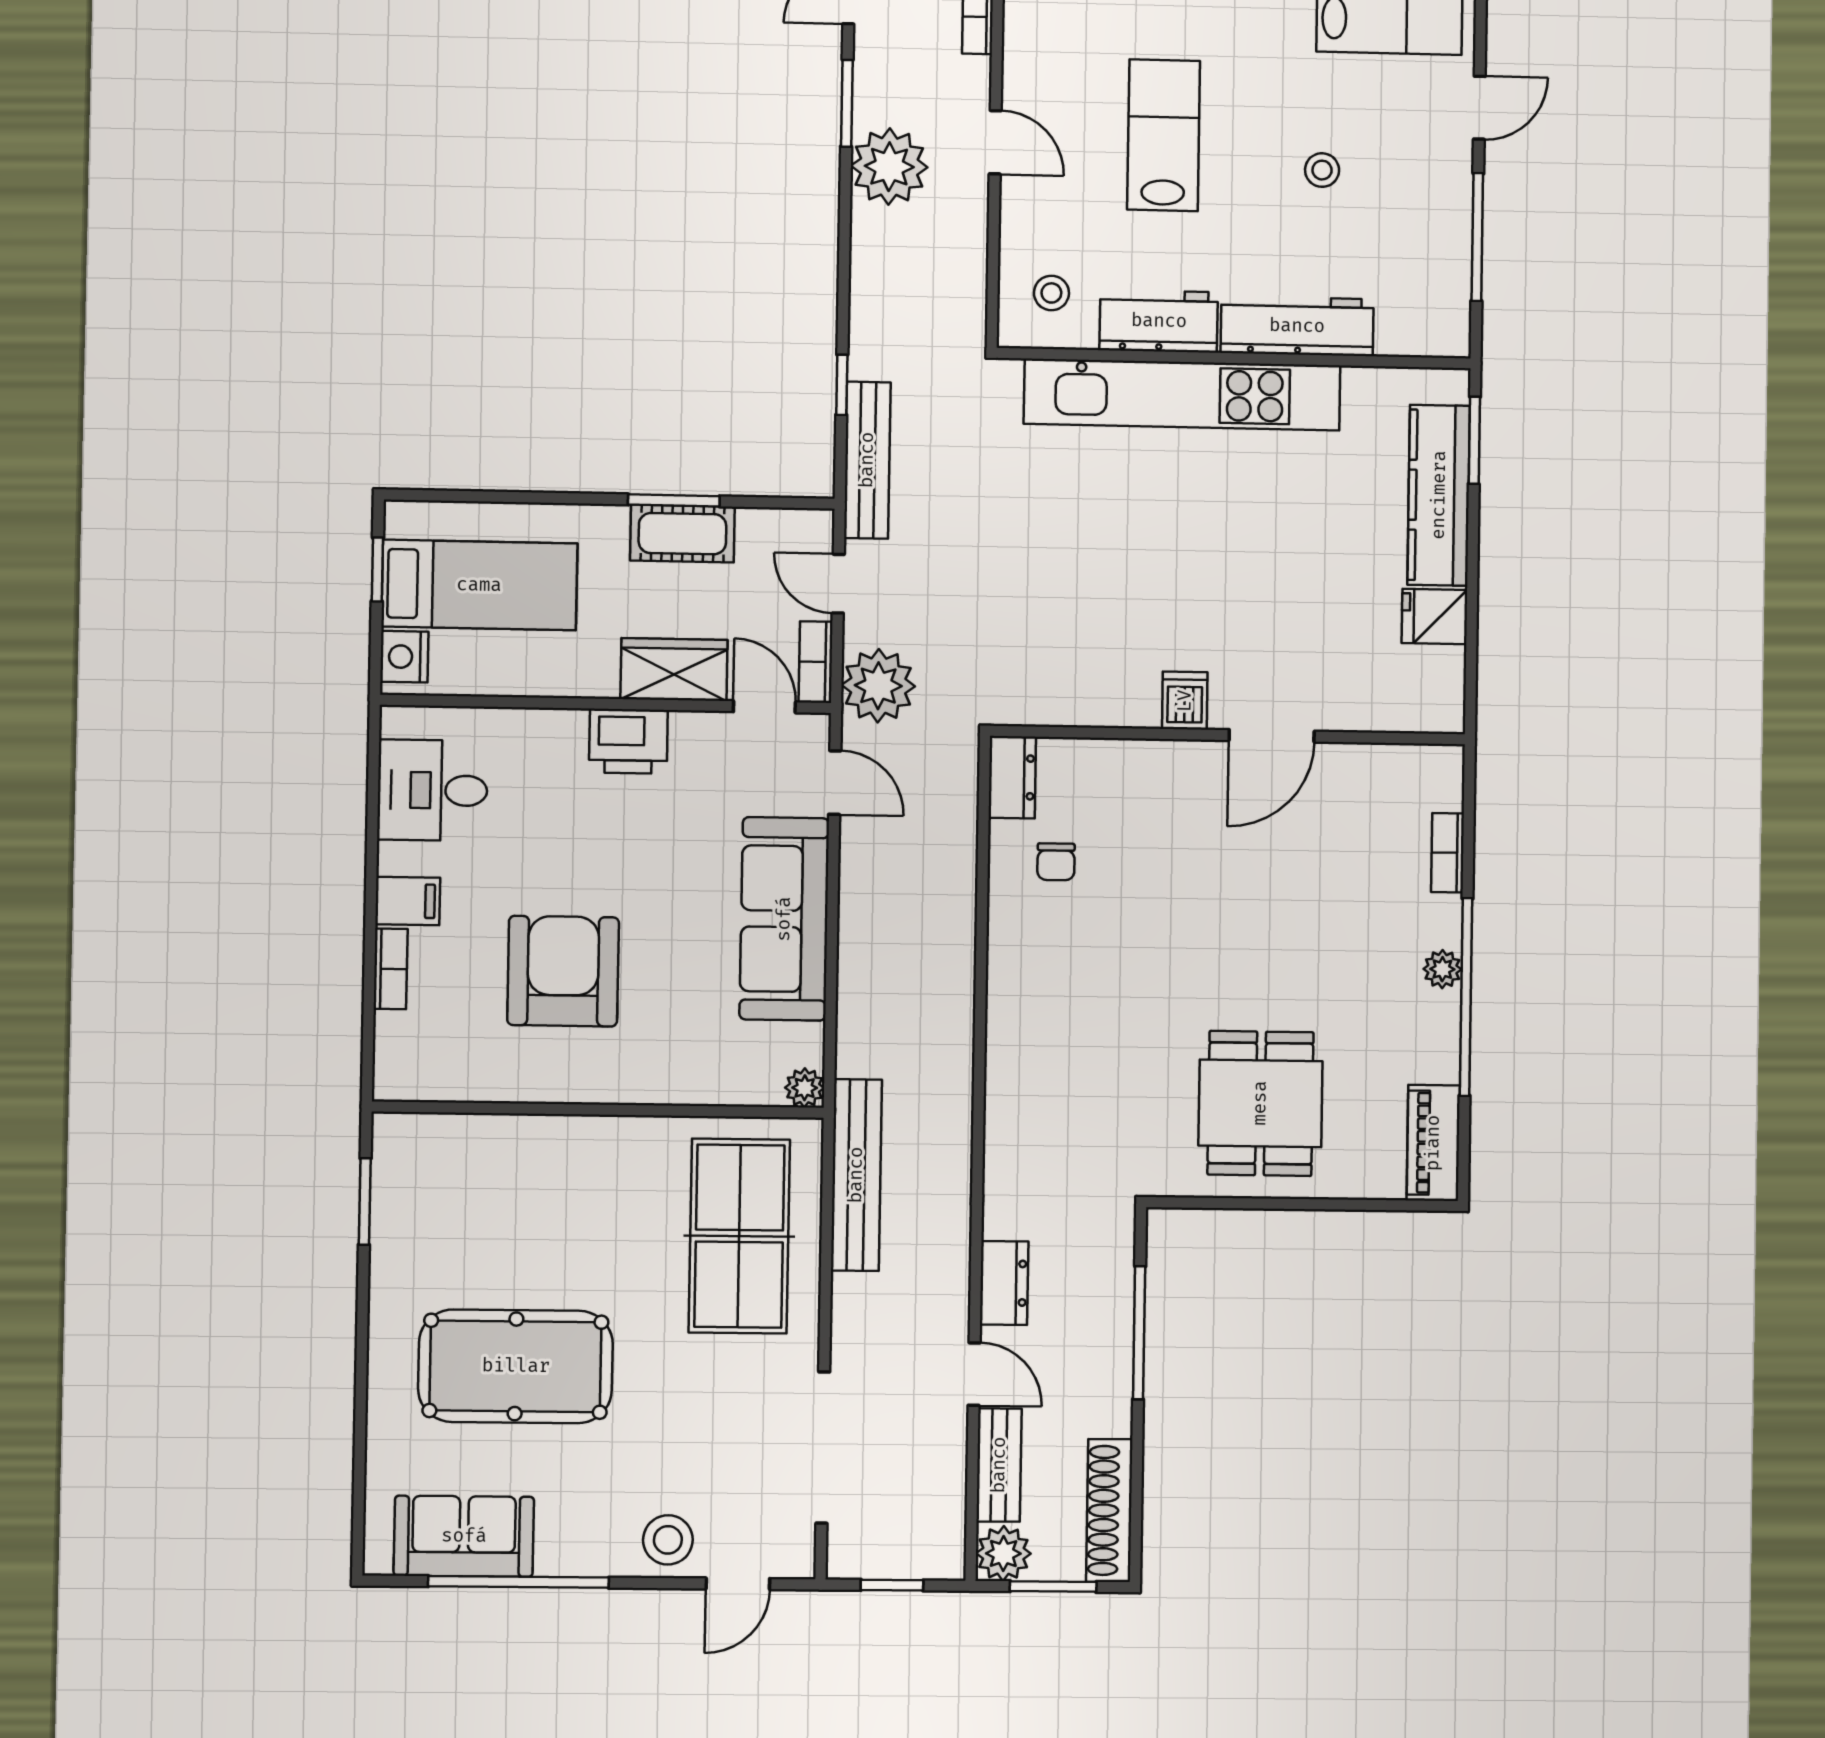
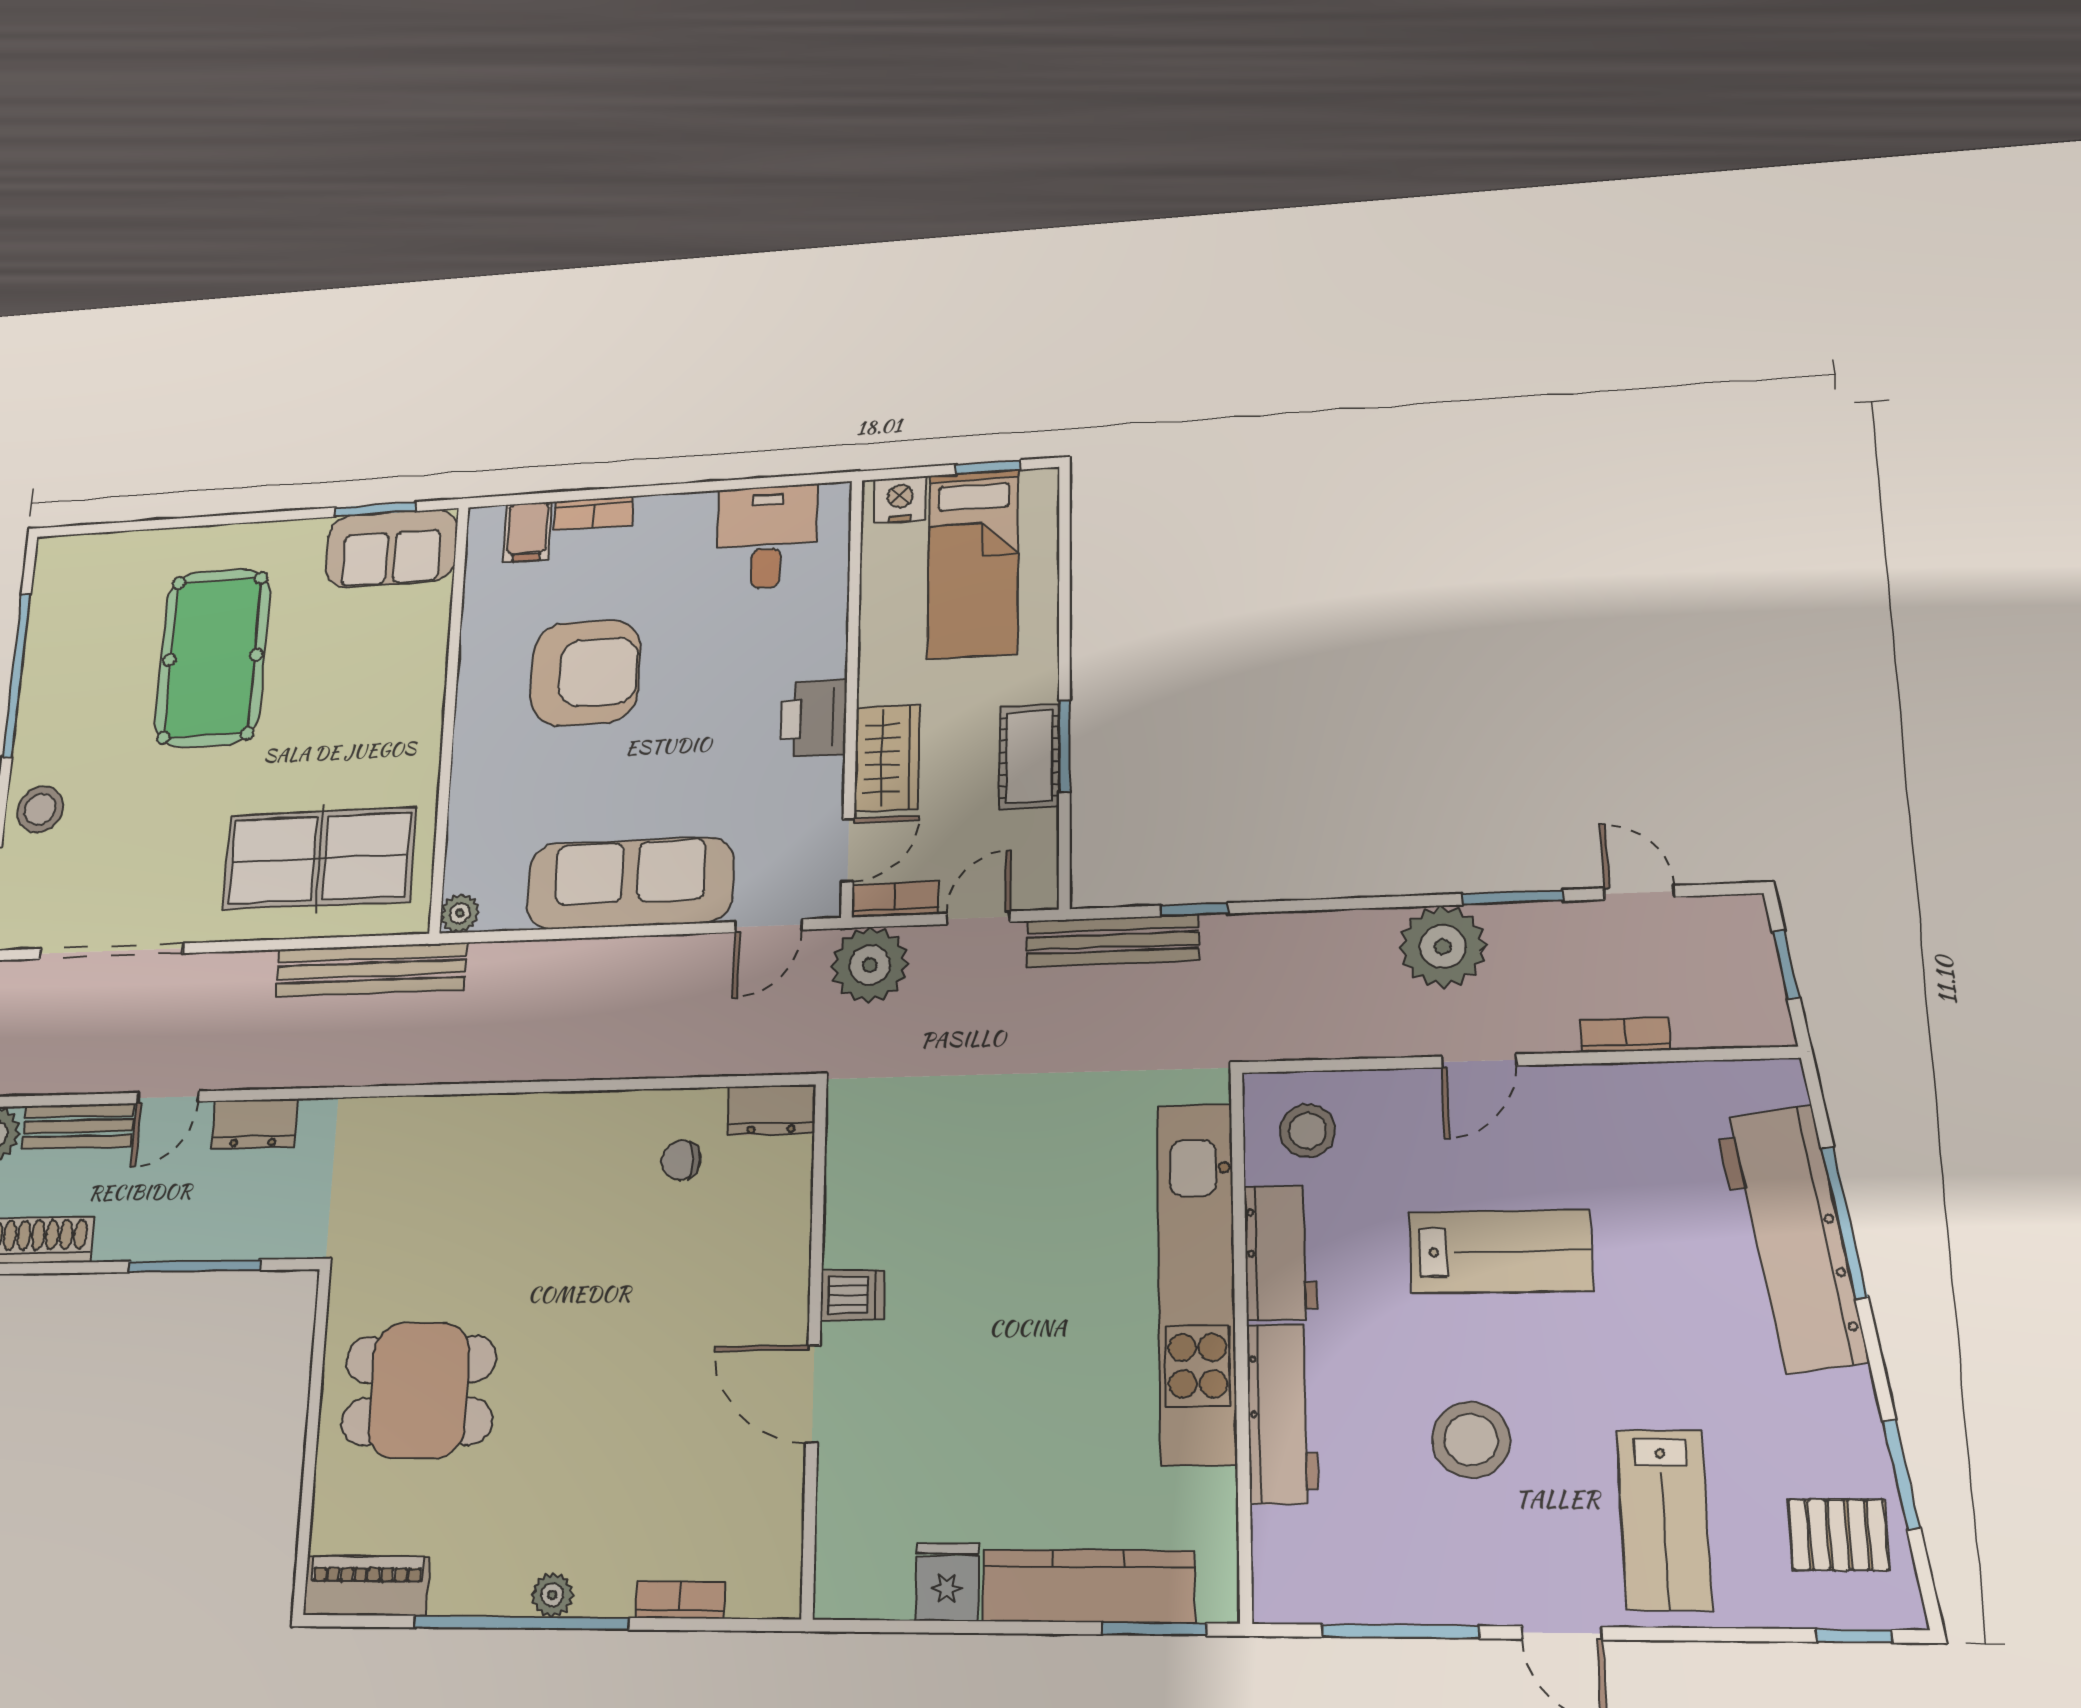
stool: (1322, 170) -> (1471, 1440), width x1.89, depth x1.89
stool: (1051, 293) -> (1308, 1131), width x1.37, depth x1.37
filing cabinet: (408, 901) -> (528, 532), moved
sofa: (464, 1536) -> (391, 548), moved, turned 90

